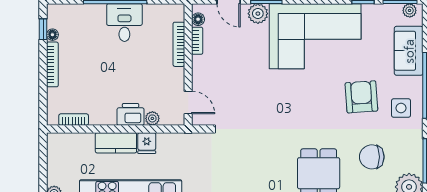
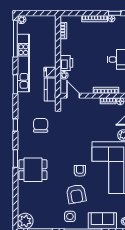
armchair: (321, 90) -> (80, 171), added
armchair: (361, 97) -> (76, 194), turned 84
door: (188, 103) -> (73, 96), swing flipped
kitchen counter: (116, 143) -> (50, 90), moved
chair: (372, 157) -> (41, 125), moved

